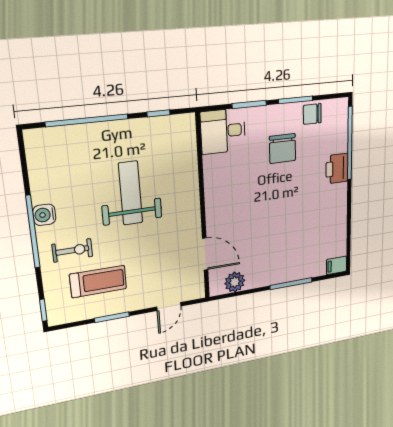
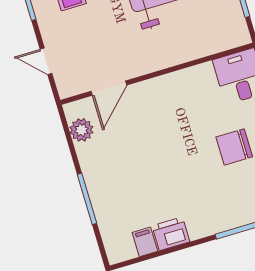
printer: (337, 169) -> (171, 234), moved
filing cabinet: (337, 265) -> (145, 242), moved

